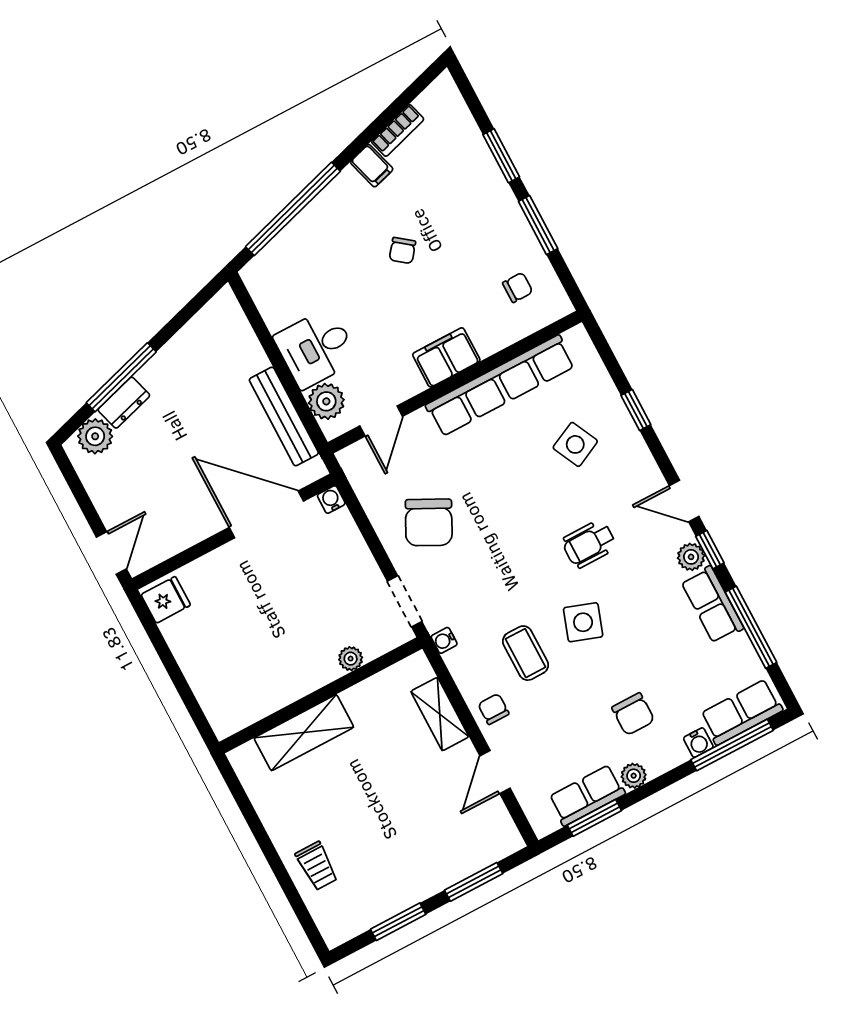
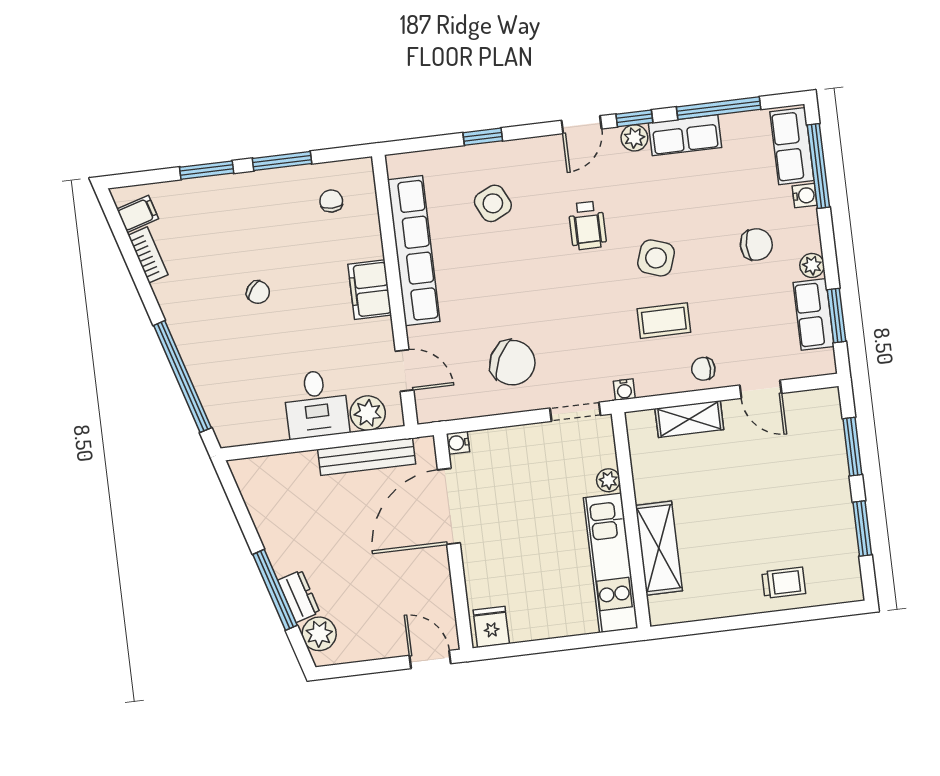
filing cabinet: (372, 166) -> (138, 214), moved
kitchen unit: (272, 691) -> (611, 563), added

